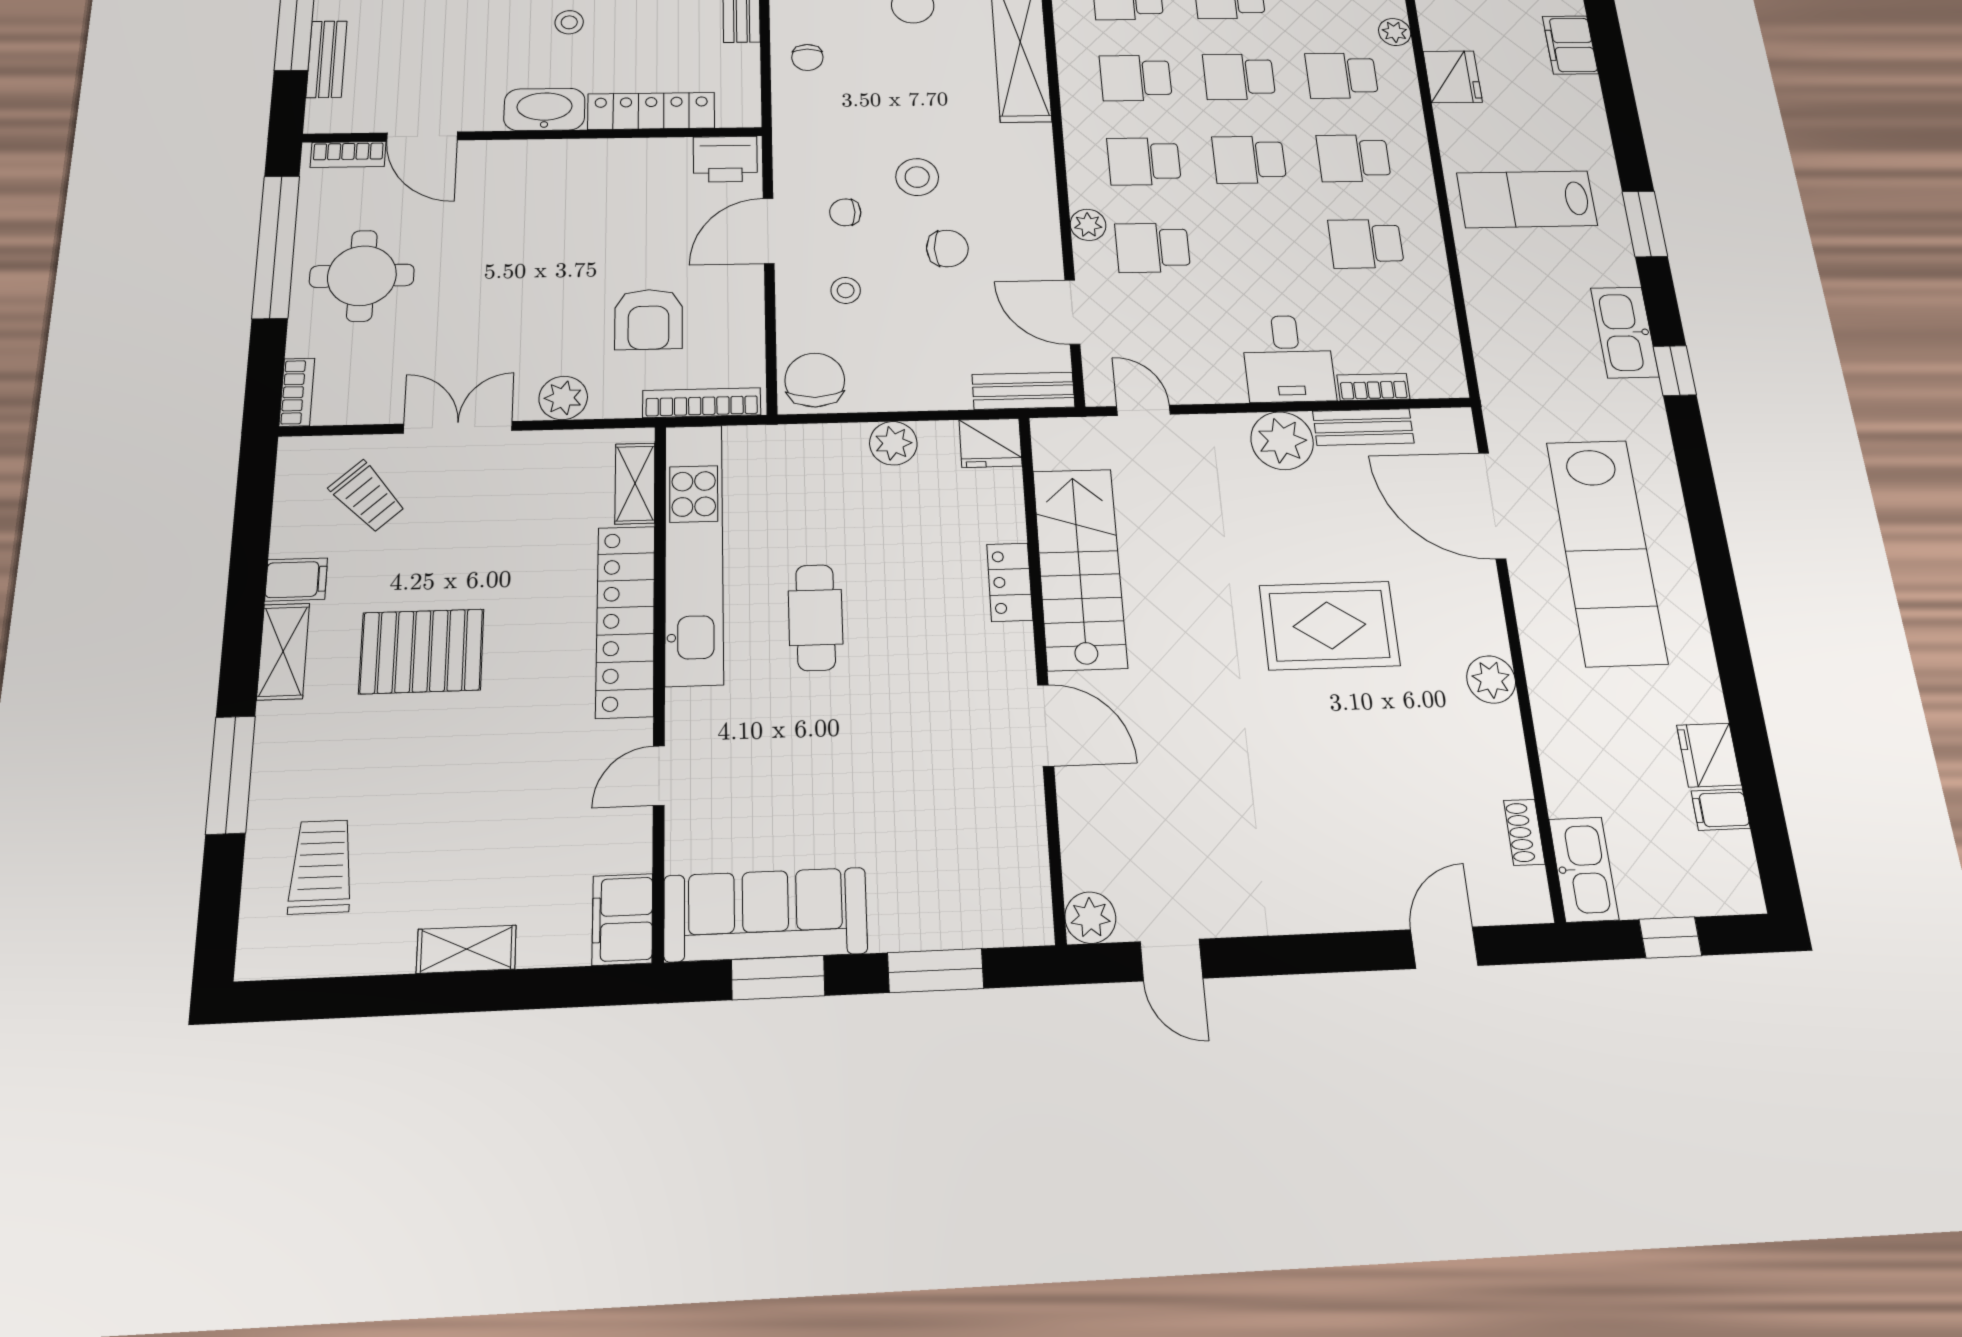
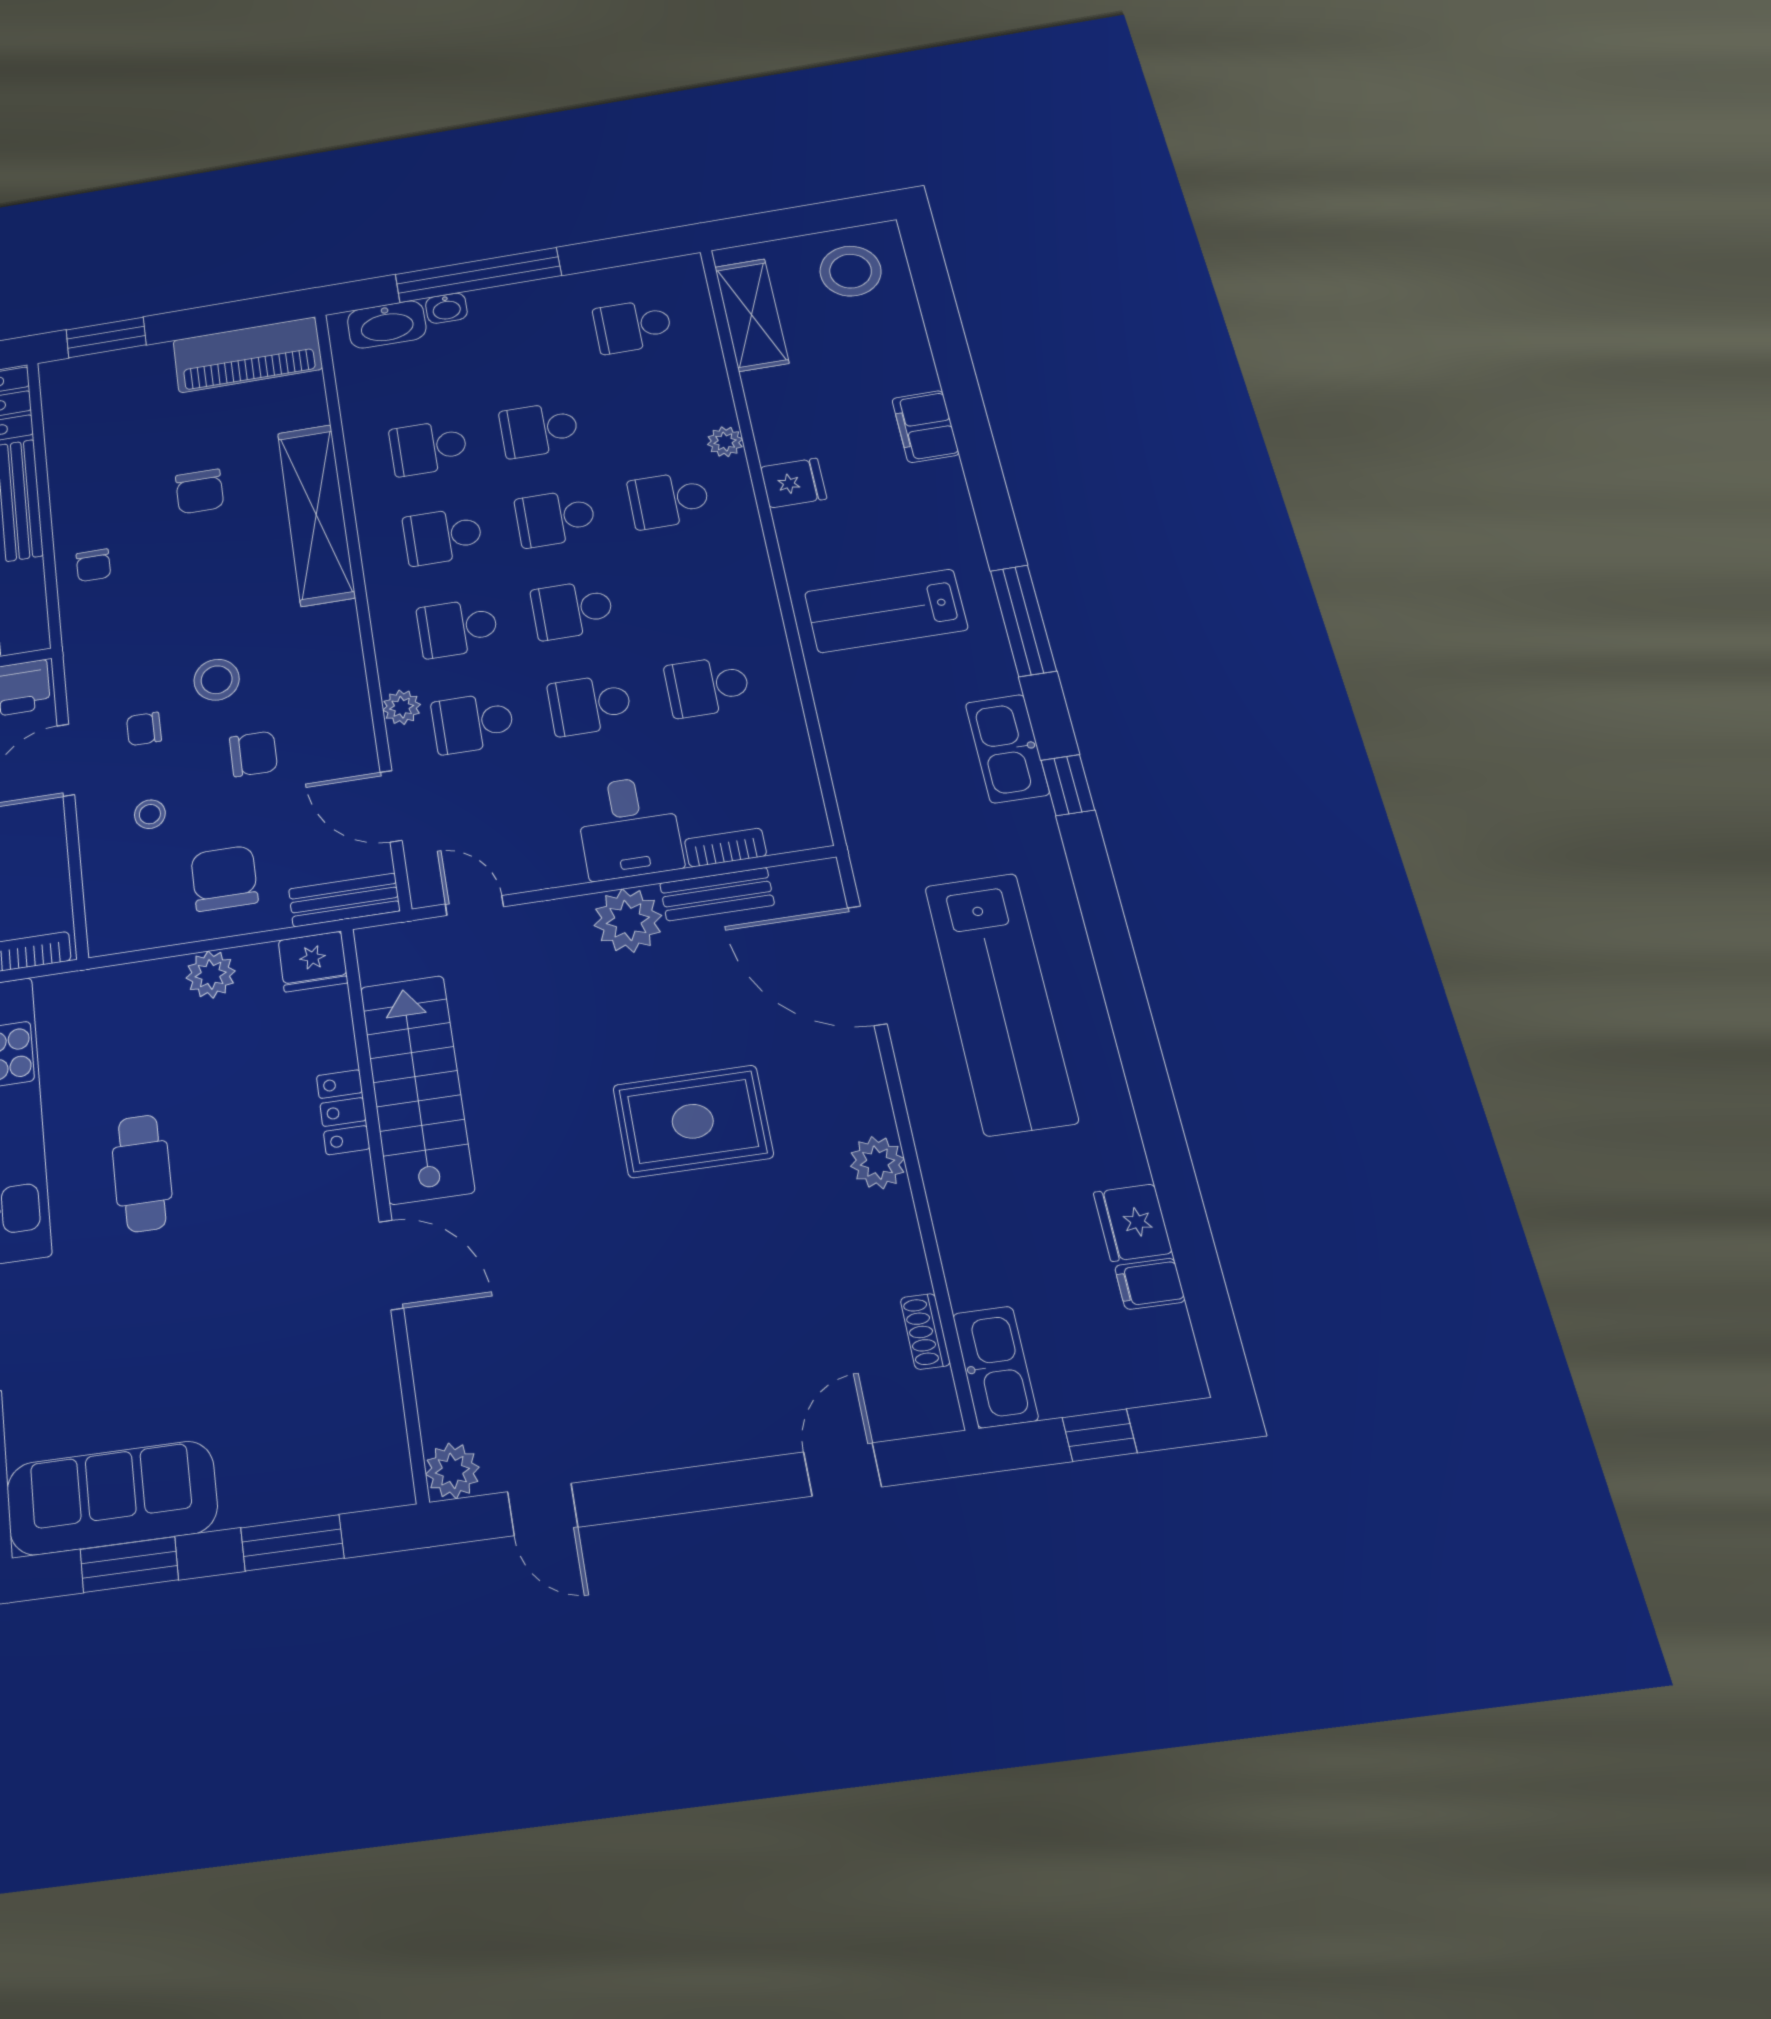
fridge: (1453, 77) -> (793, 483), width x0.72
school desk: (1354, 158) -> (590, 705), moved
window: (1645, 224) -> (1023, 621), width x1.44
chair: (815, 380) -> (224, 878), moved

